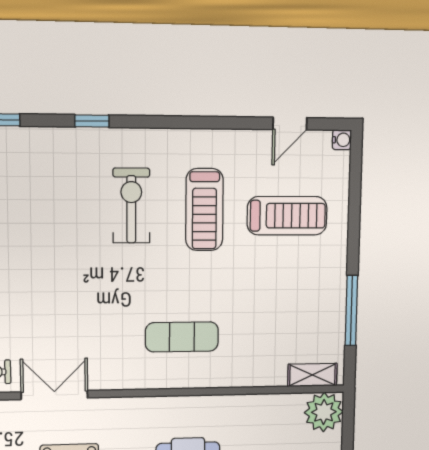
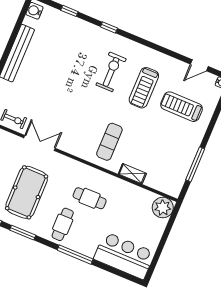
treadmill: (287, 216) -> (182, 107), turned 180
exercise mat: (182, 337) -> (109, 142), turned 90
shelving: (312, 375) -> (132, 174), moved

